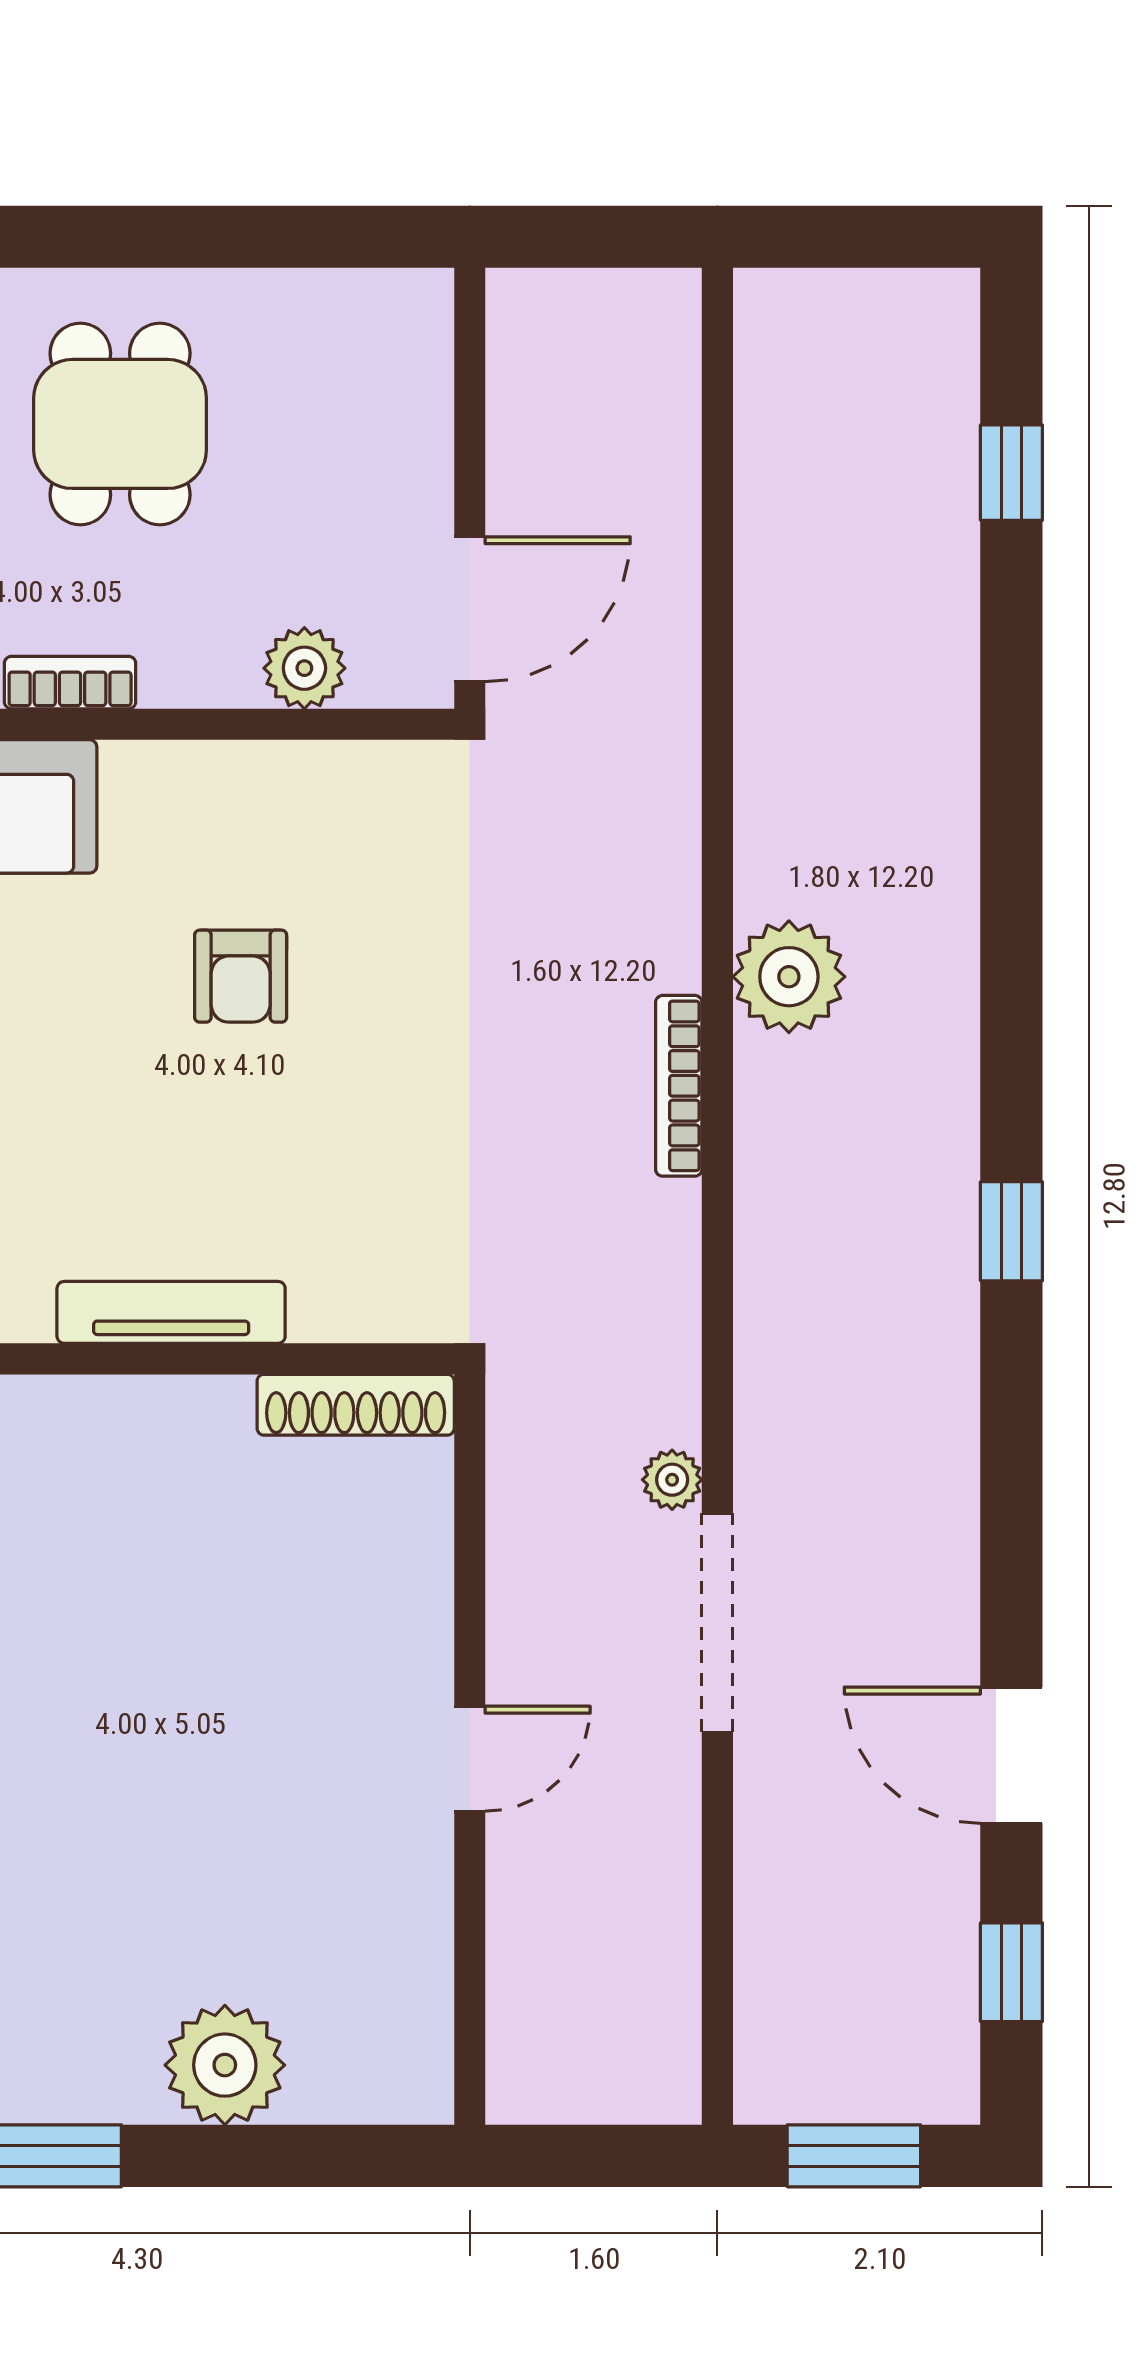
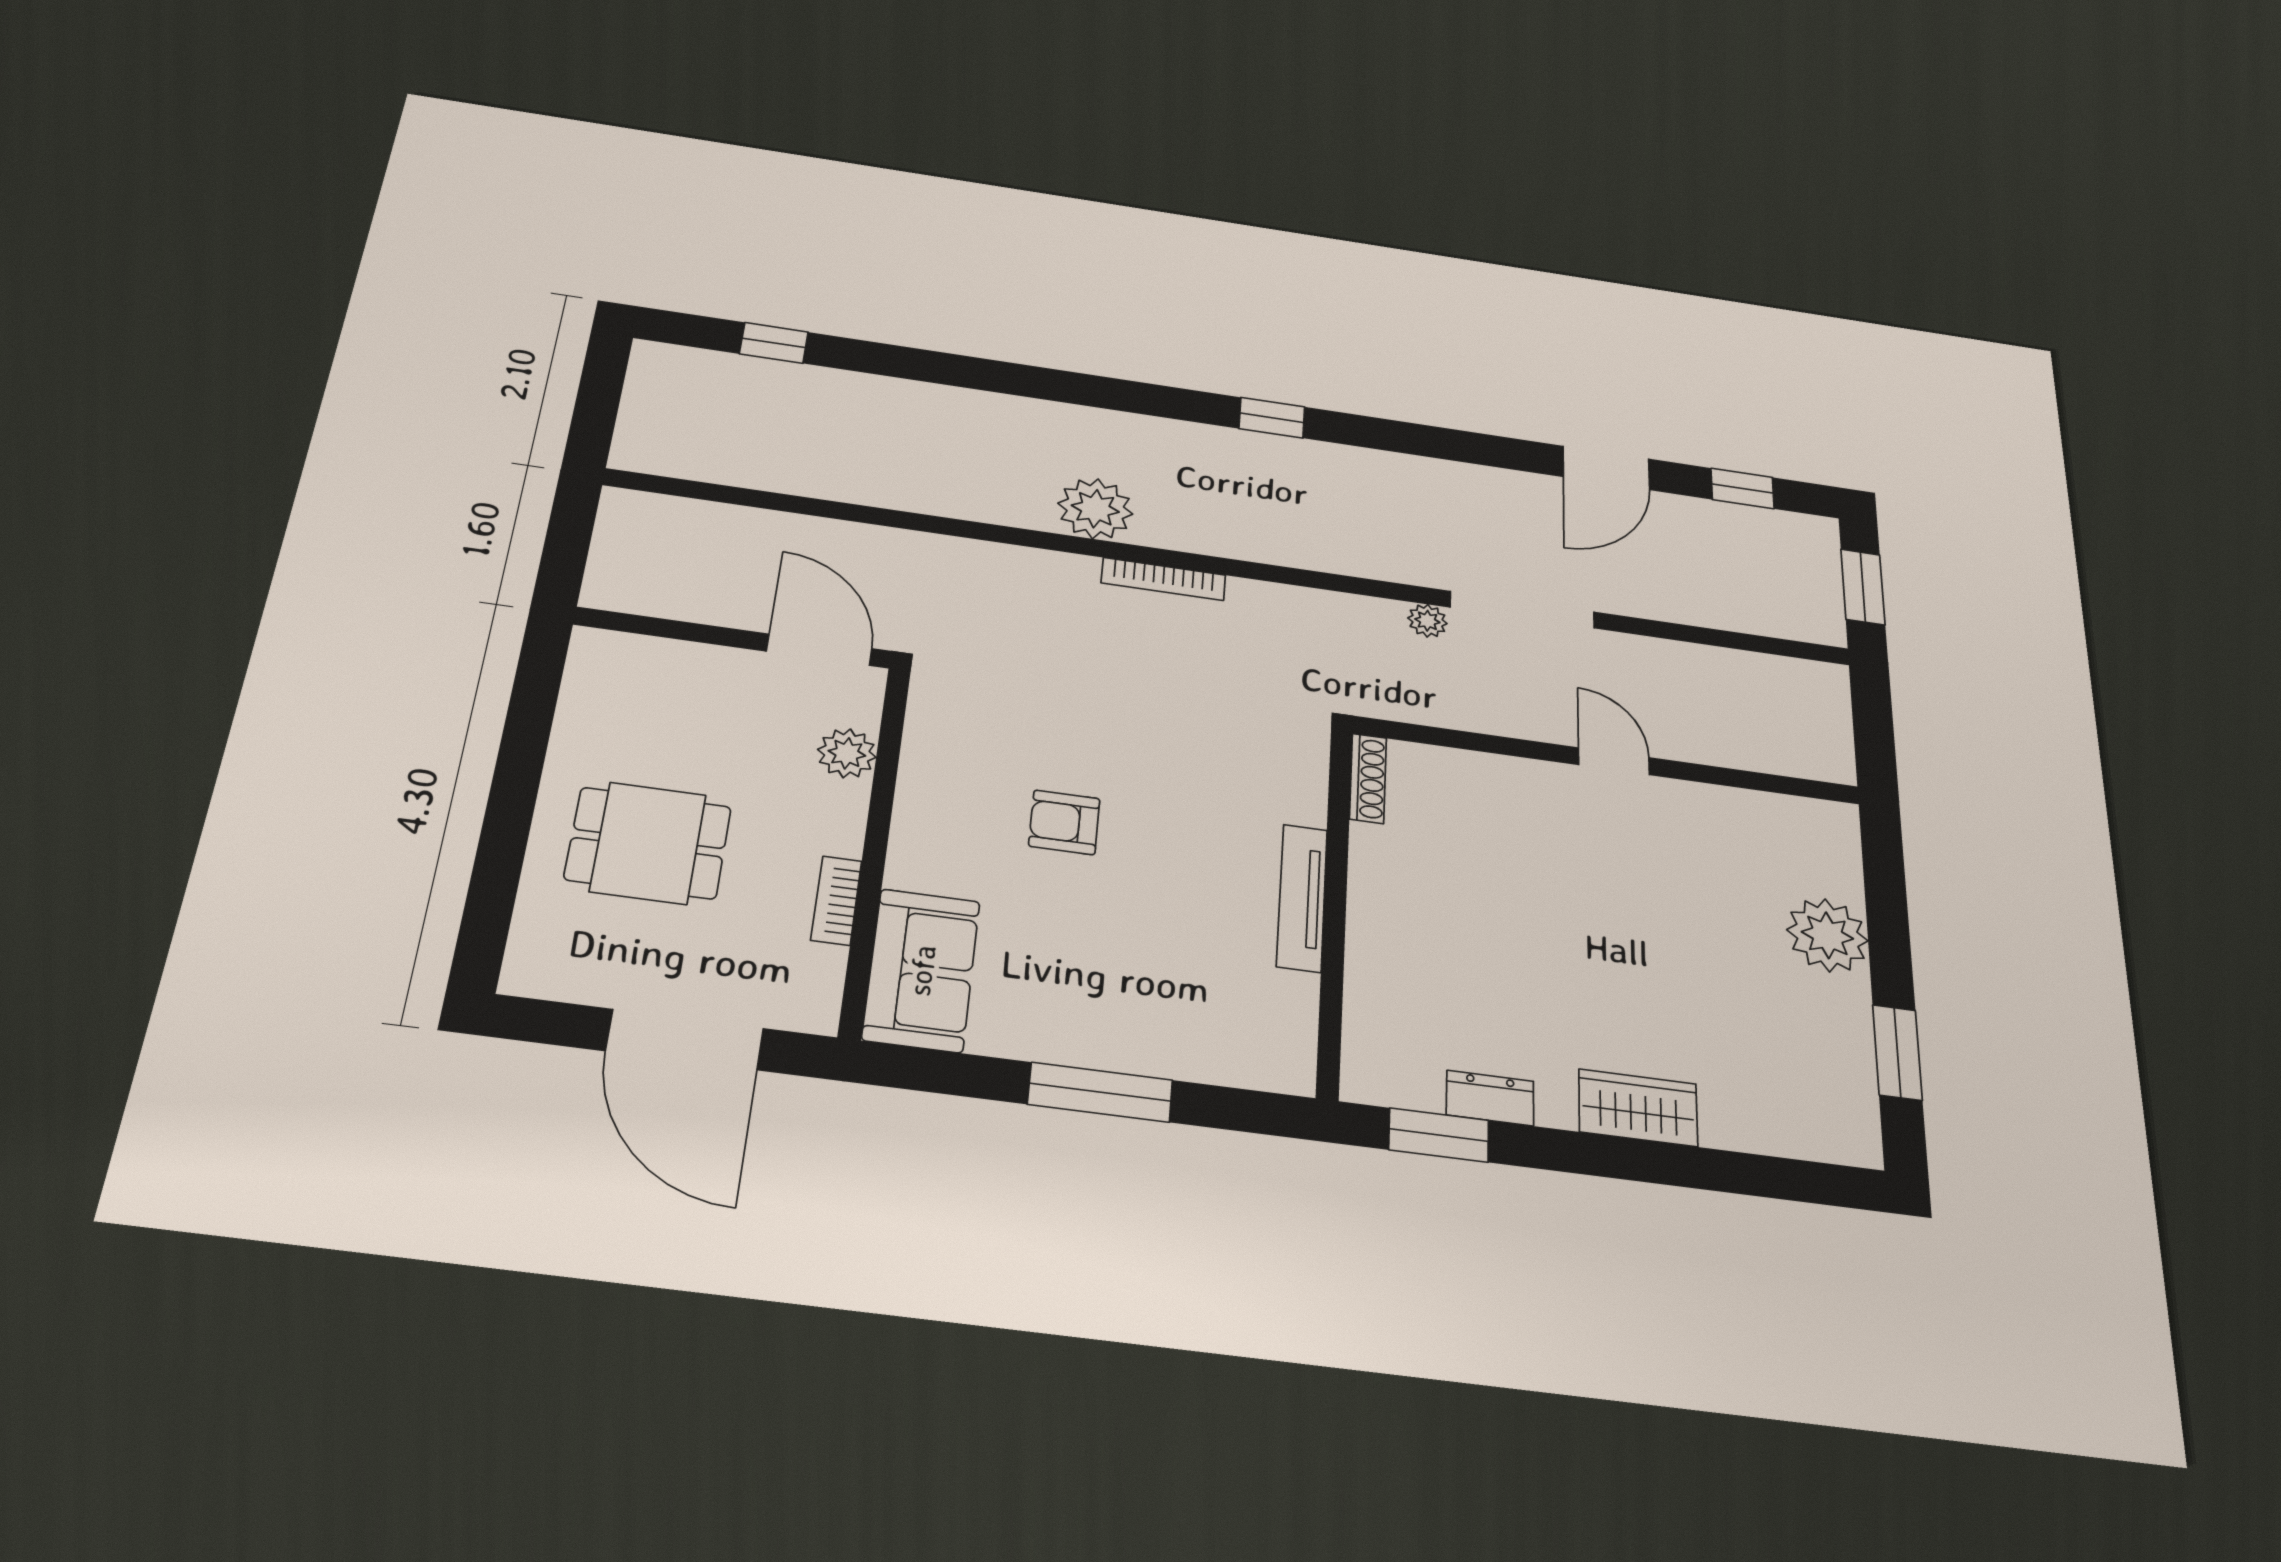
armchair: (241, 976) -> (1064, 822), turned 180
shoe rack: (356, 1405) -> (1368, 778), width x0.74, depth x0.81

